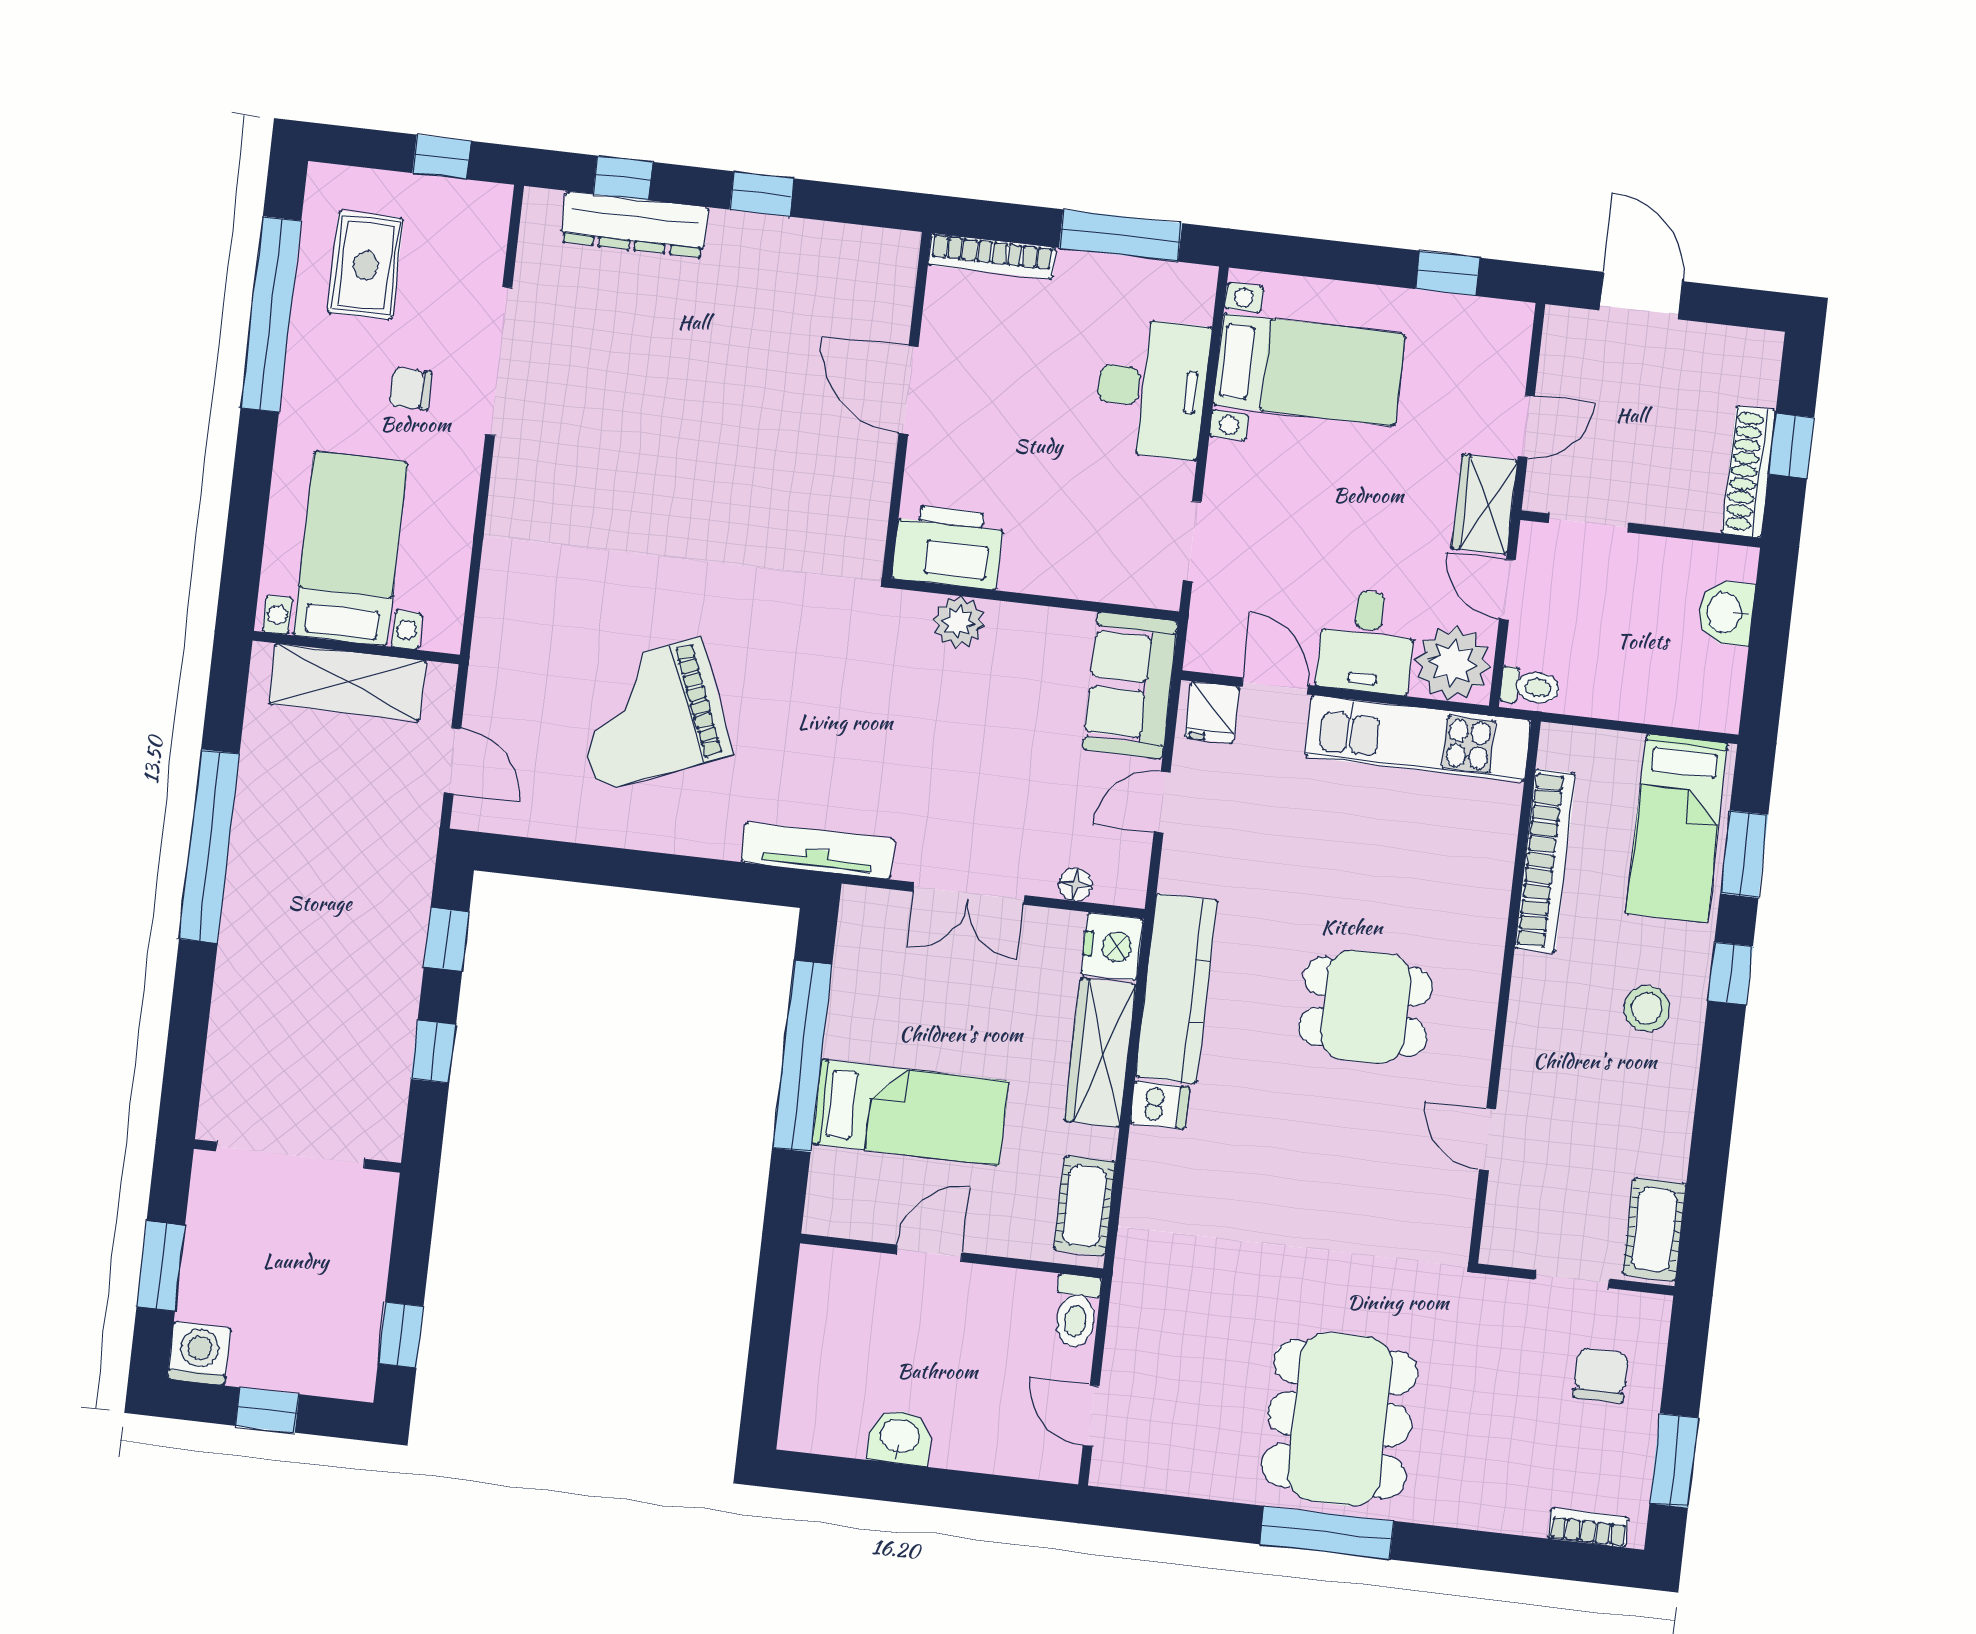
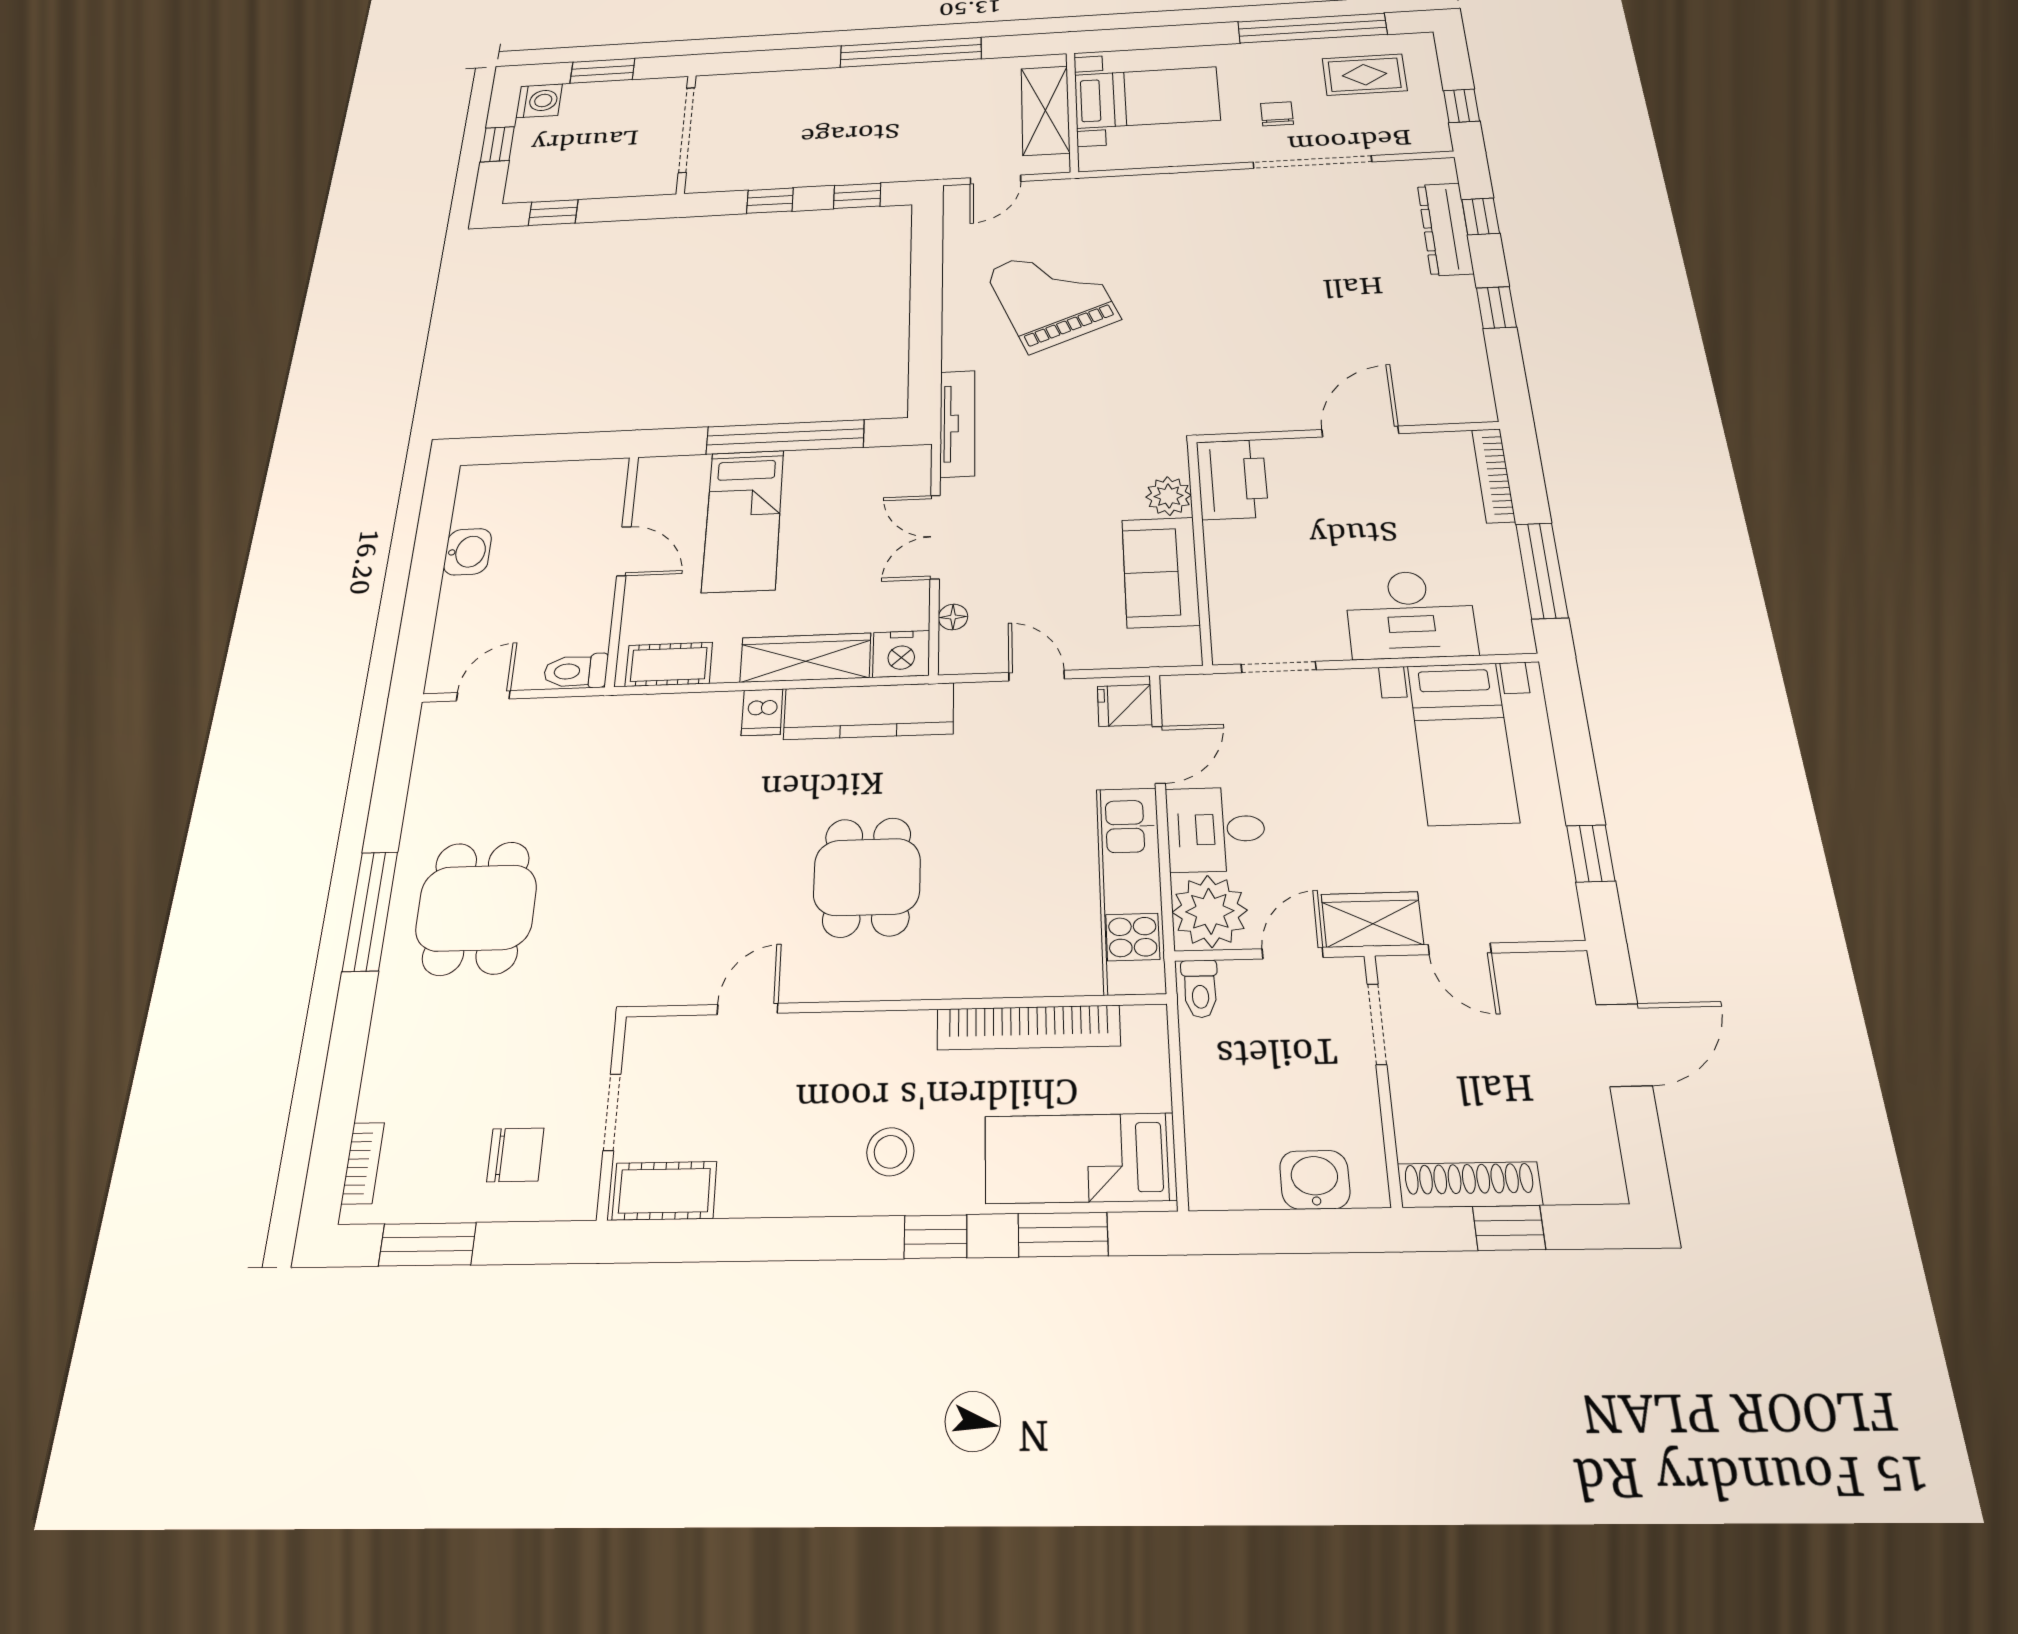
sofa: (1130, 686) -> (1161, 572), moved, turned -90
dining table: (1340, 1419) -> (476, 908), width x0.73

